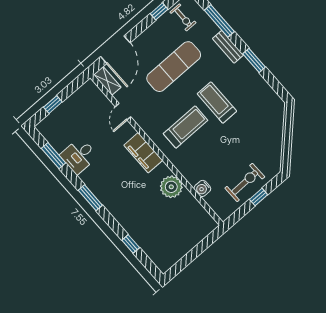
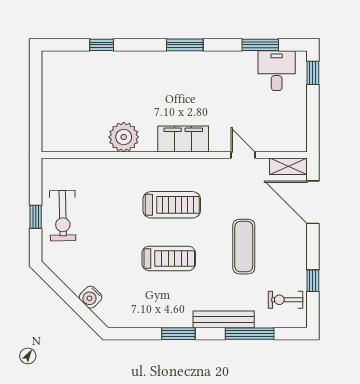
bench: (228, 47) -> (224, 319), width x1.36
exercise mat: (174, 67) -> (244, 247), width x0.73, depth x0.69
window: (53, 104) -> (313, 73), moved
treadmill: (186, 127) -> (172, 205), turned -90
desk: (79, 156) -> (277, 71), moved
water cooler: (202, 188) -> (91, 297), moved, turned -135

